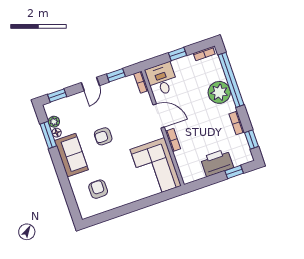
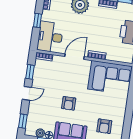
desk: (162, 79) -> (50, 37), width x1.37
door: (90, 84) -> (27, 93), hinge flipped
armchair: (98, 189) -> (104, 126), turned -90

